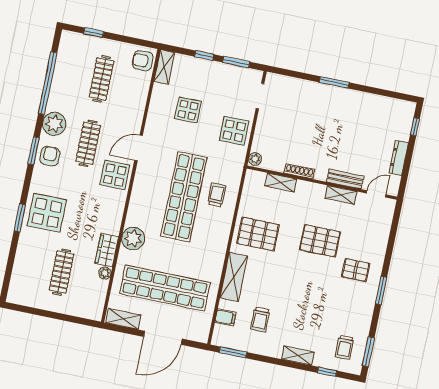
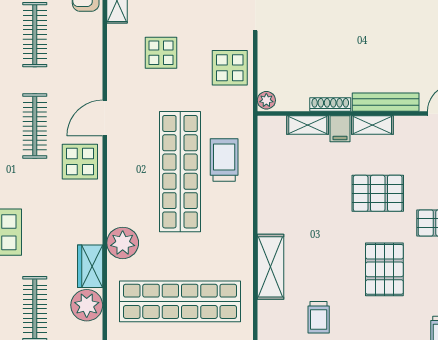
bench: (345, 179) -> (386, 102), width x1.36
trolley: (217, 195) -> (224, 160), width x1.36, depth x1.39
shelving: (341, 195) -> (372, 125), moved
pallet: (258, 234) -> (384, 269), moved, turned 90
plant: (105, 273) -> (87, 305), width x1.87, depth x1.87
filing cabinet: (225, 317) -> (340, 129), moved, turned 90

